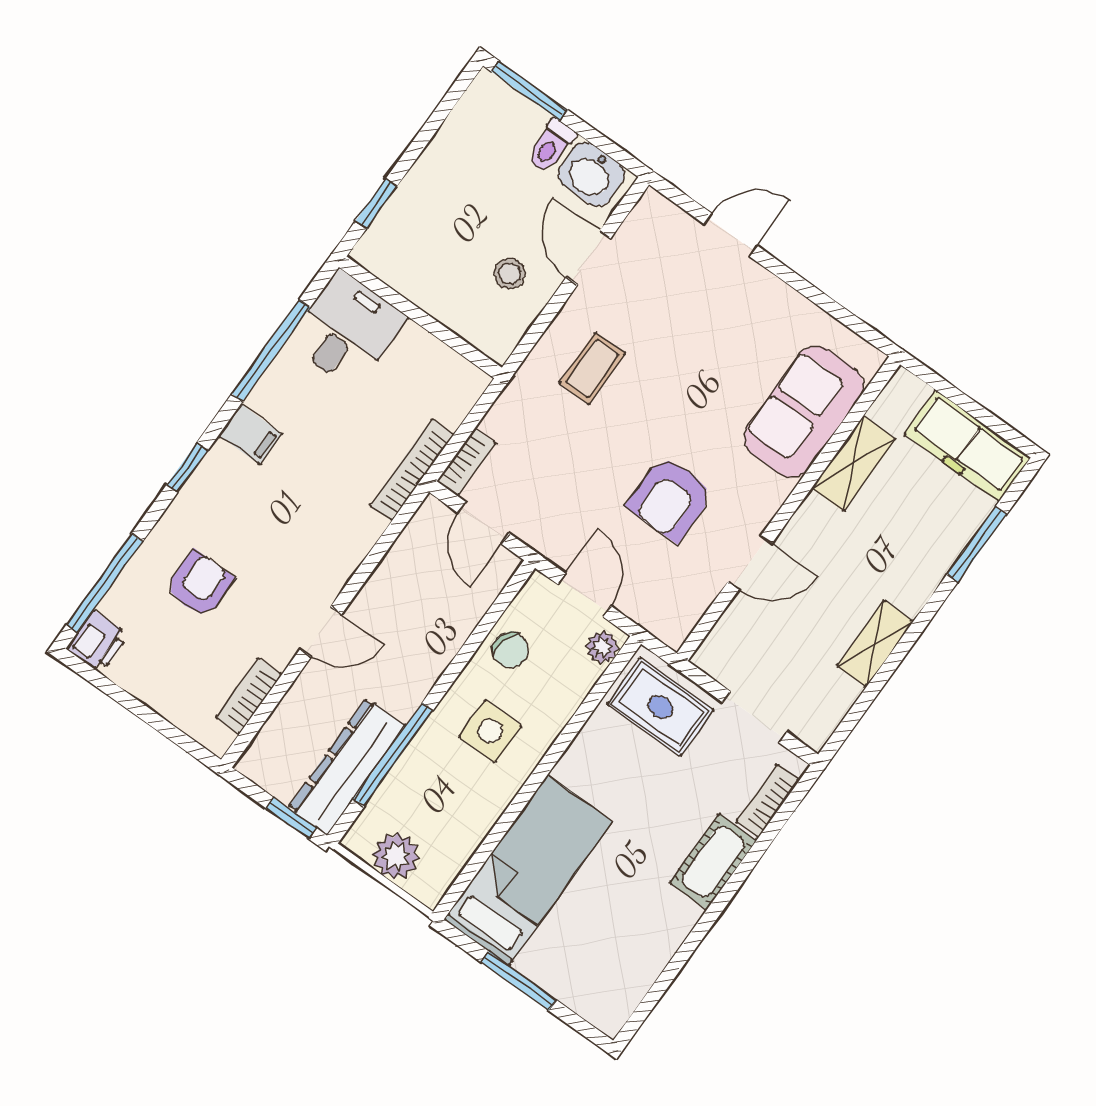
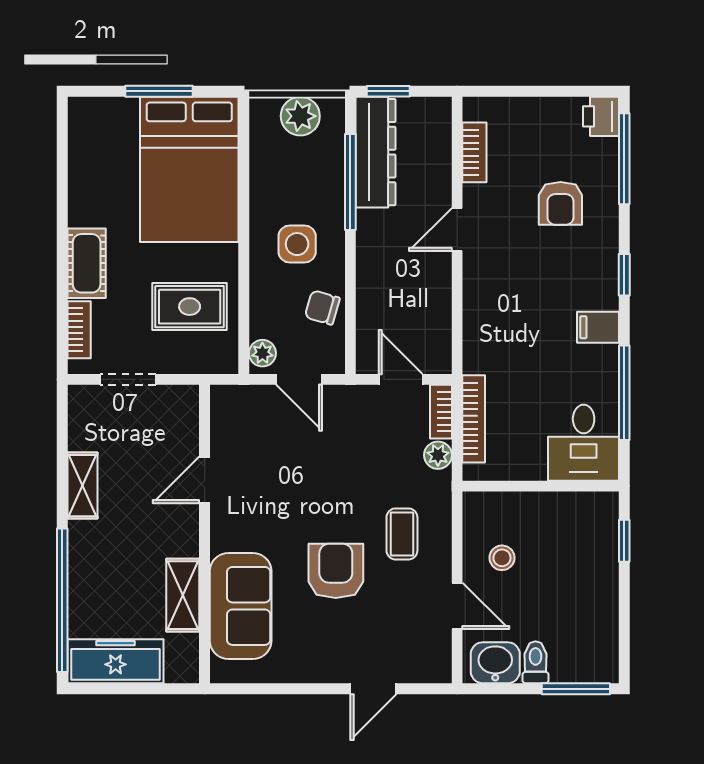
plant: (500, 421) -> (438, 455), added
bookcase: (412, 470) -> (474, 419), moved
armchair: (670, 498) -> (336, 571), moved
window: (977, 544) -> (62, 600), width x2.11
rug: (661, 707) -> (190, 307), moved
bed: (528, 870) -> (189, 169), width x1.50

